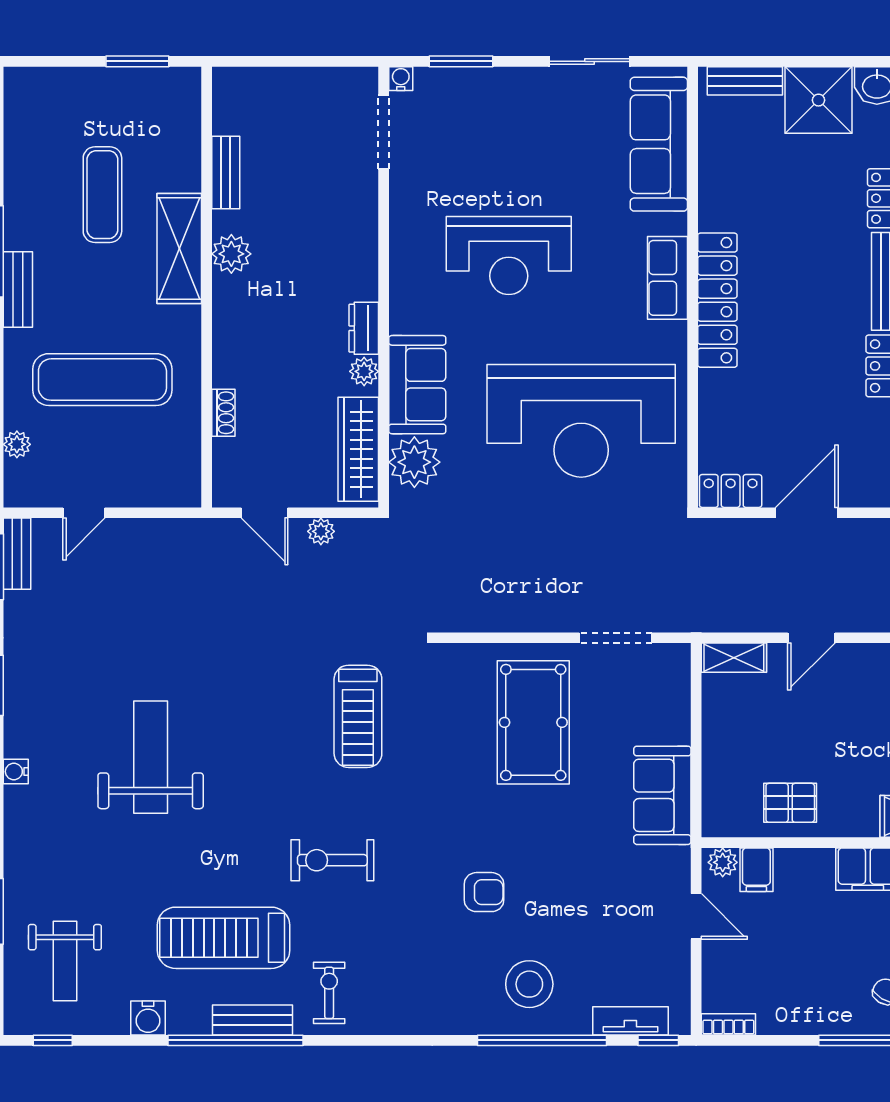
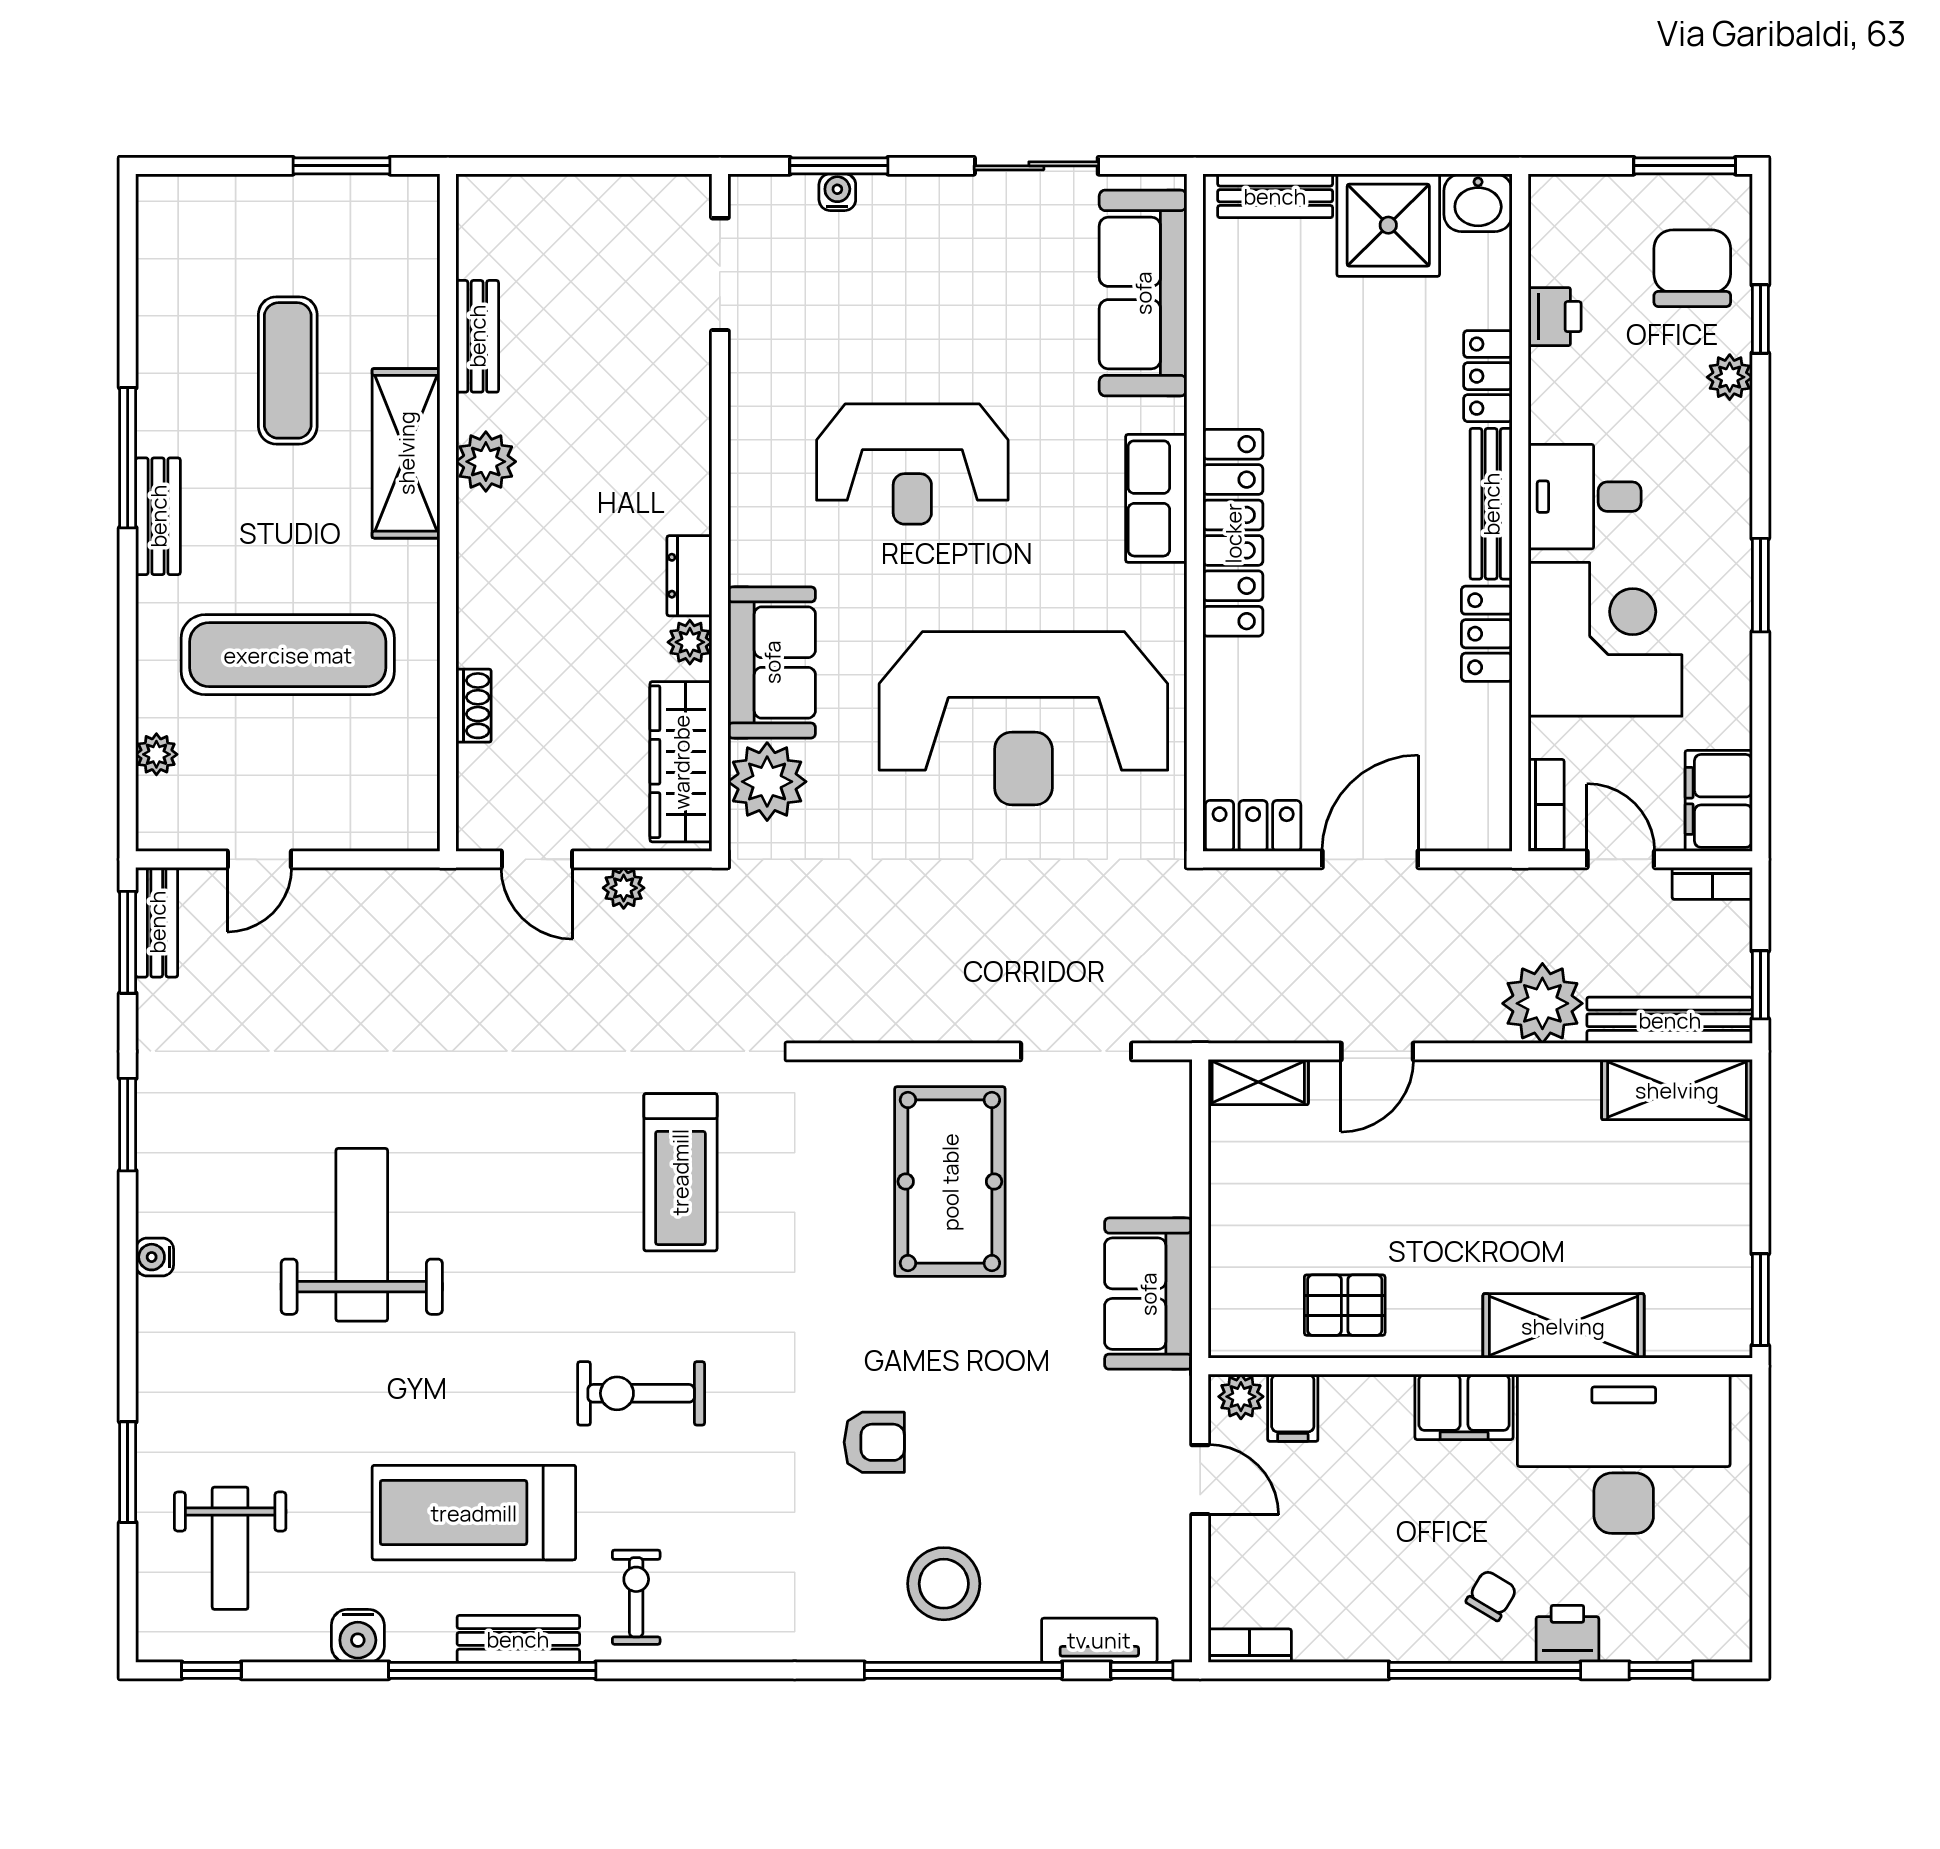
water cooler: (401, 79) -> (837, 192), moved

